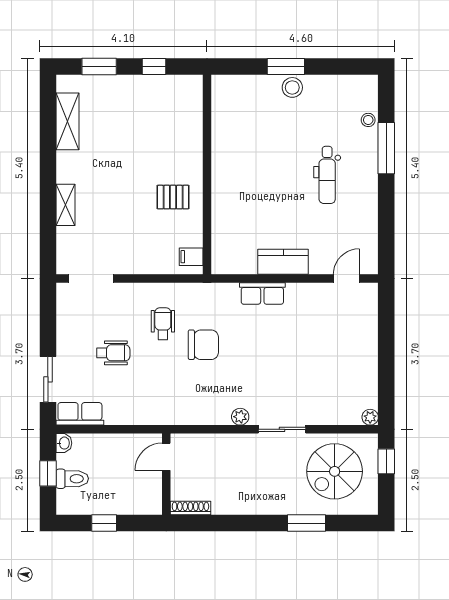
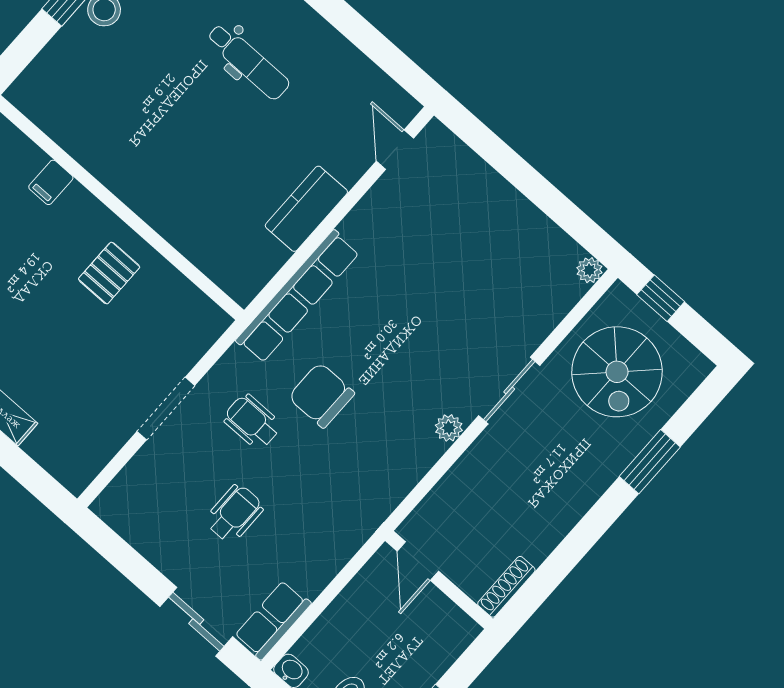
filing cabinet: (191, 257) -> (51, 182), moved
doorway: (91, 278) -> (166, 409), moved
row of seats: (262, 293) -> (298, 296), width x2.02
chair: (203, 345) -> (321, 395), turned -90

